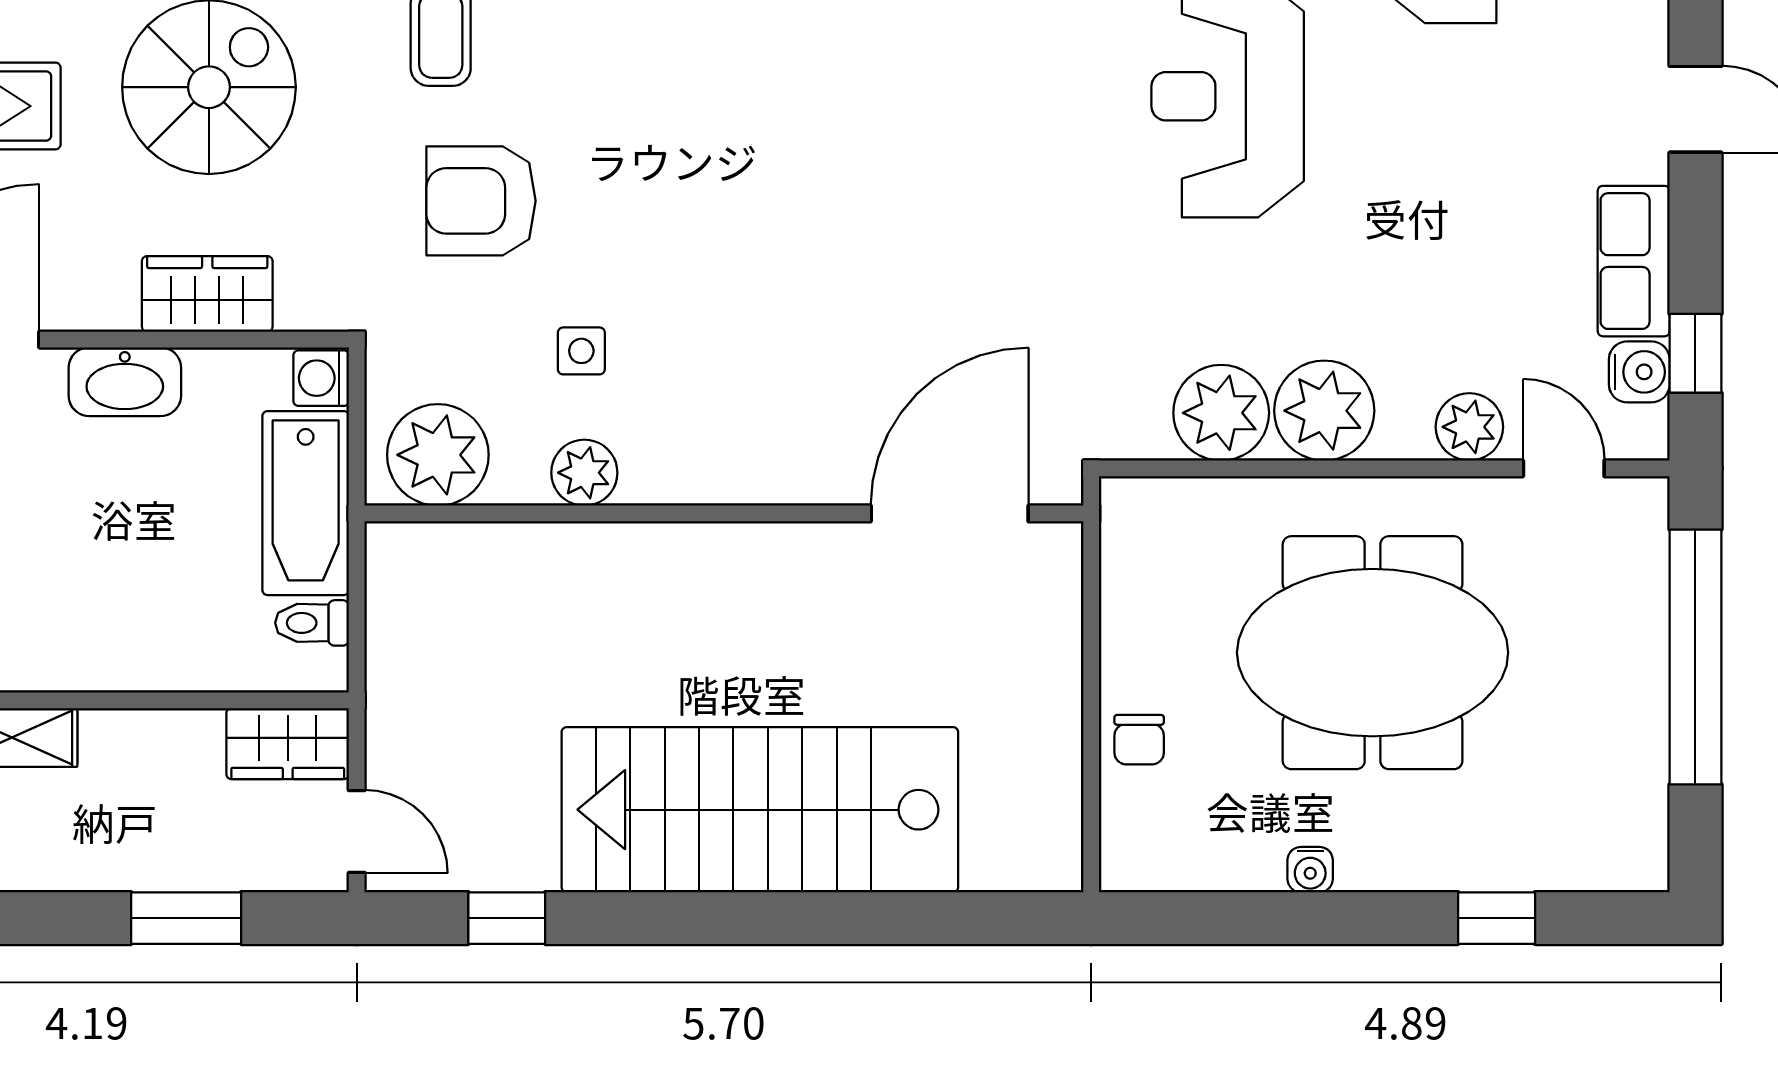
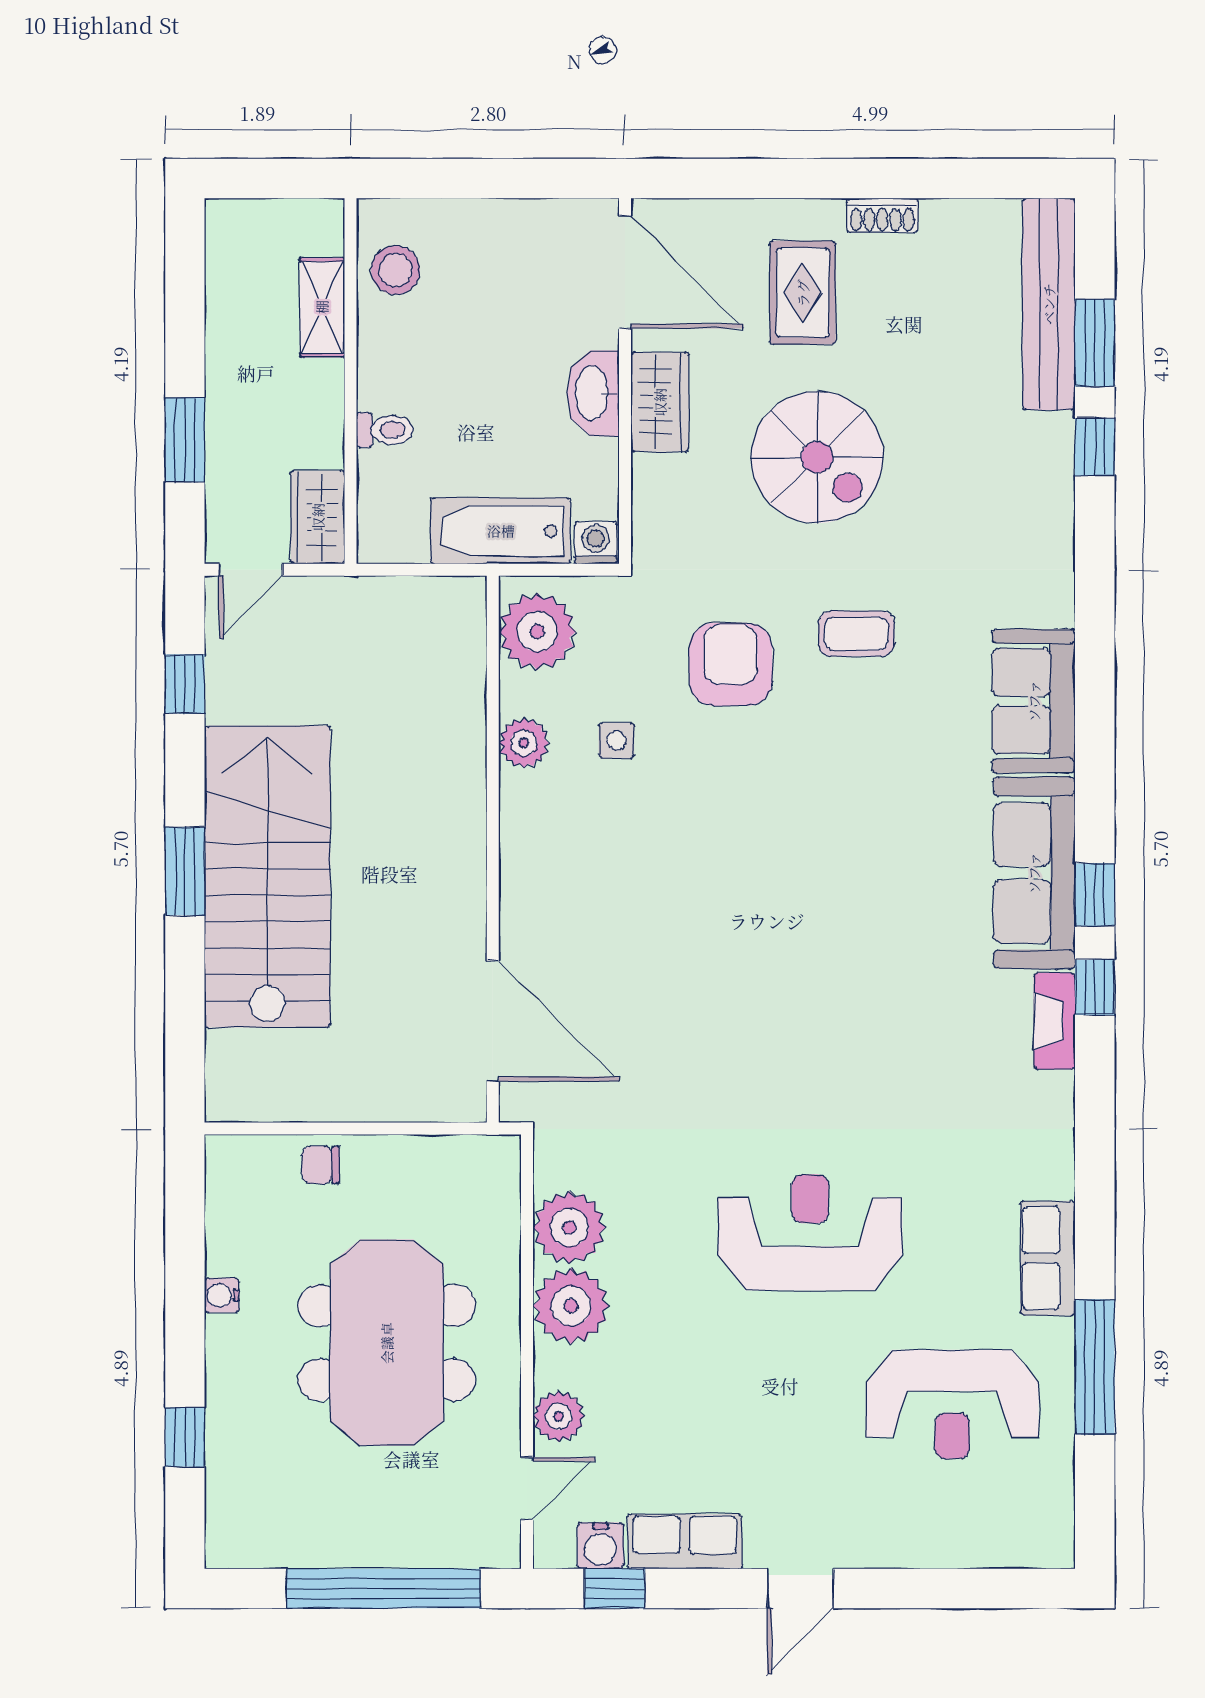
wardrobe: (207, 294) -> (660, 402), moved
toilet: (312, 623) -> (385, 430), moved, turned 90
window: (753, 918) -> (185, 871), added

